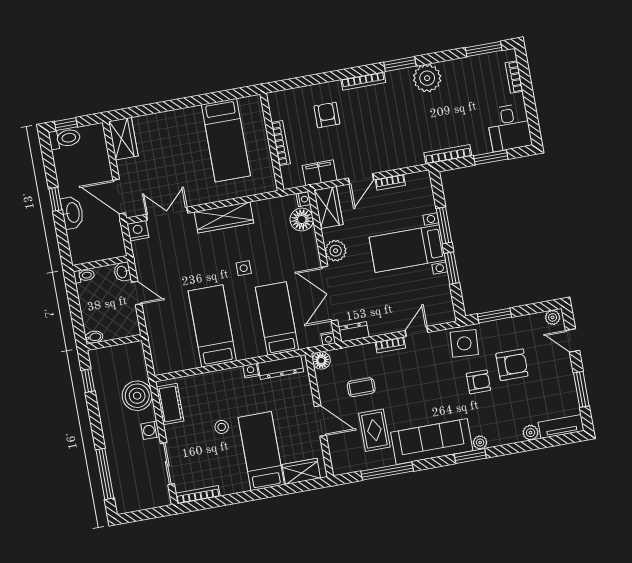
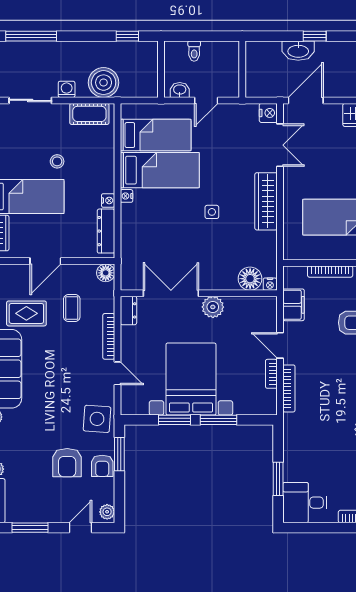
bookcase: (448, 154) -> (289, 388), moved
wardrobe: (328, 207) -> (257, 308), removed
bed with nightstands: (407, 249) -> (191, 379), width x1.36
washbasin: (122, 272) -> (180, 90), moved
toilet: (84, 276) -> (194, 51), moved
bed: (277, 318) -> (156, 135), moved
bidet: (94, 337) -> (170, 50), removed
nightstand: (328, 338) -> (126, 196), moved
bookcase: (390, 345) -> (109, 336), width x1.56
armchair: (478, 382) -> (102, 466), moved

